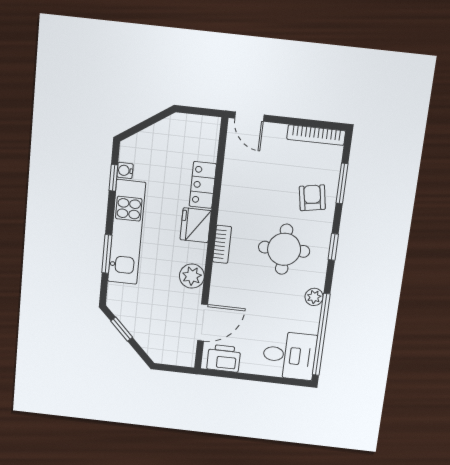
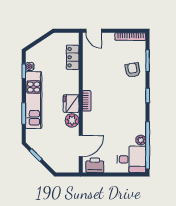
locker: (203, 185) -> (73, 57), moved
fridge: (196, 225) -> (71, 104), moved
round table: (284, 249) -> (121, 100), removed
plant: (314, 297) -> (141, 140), moved

